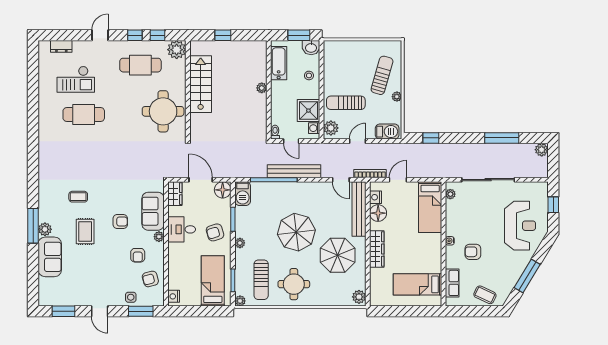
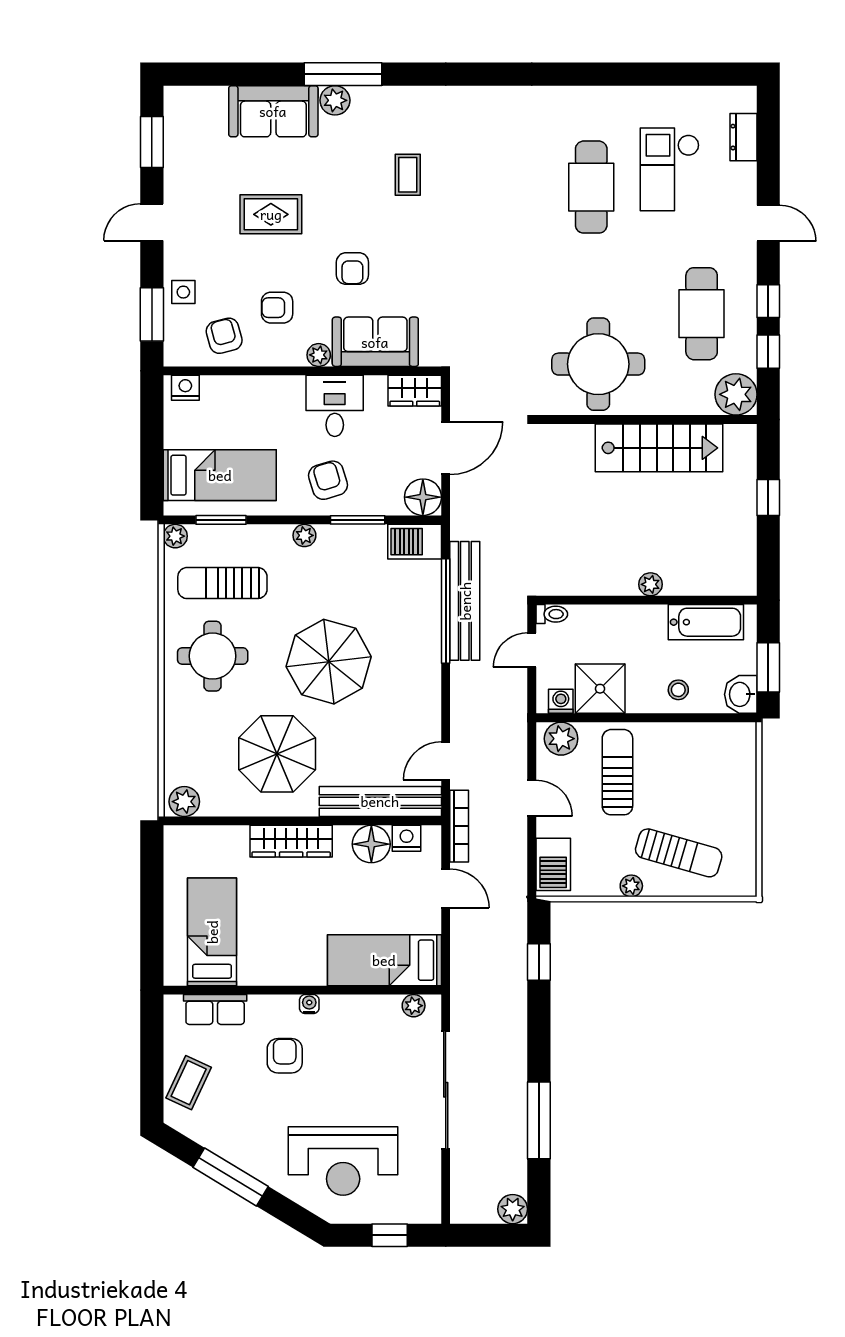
bench: (294, 171) -> (465, 601), moved
rug: (85, 232) -> (271, 214), moved

